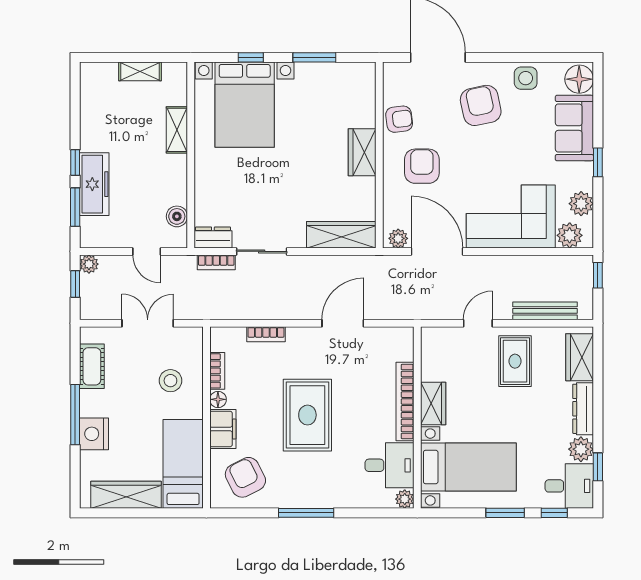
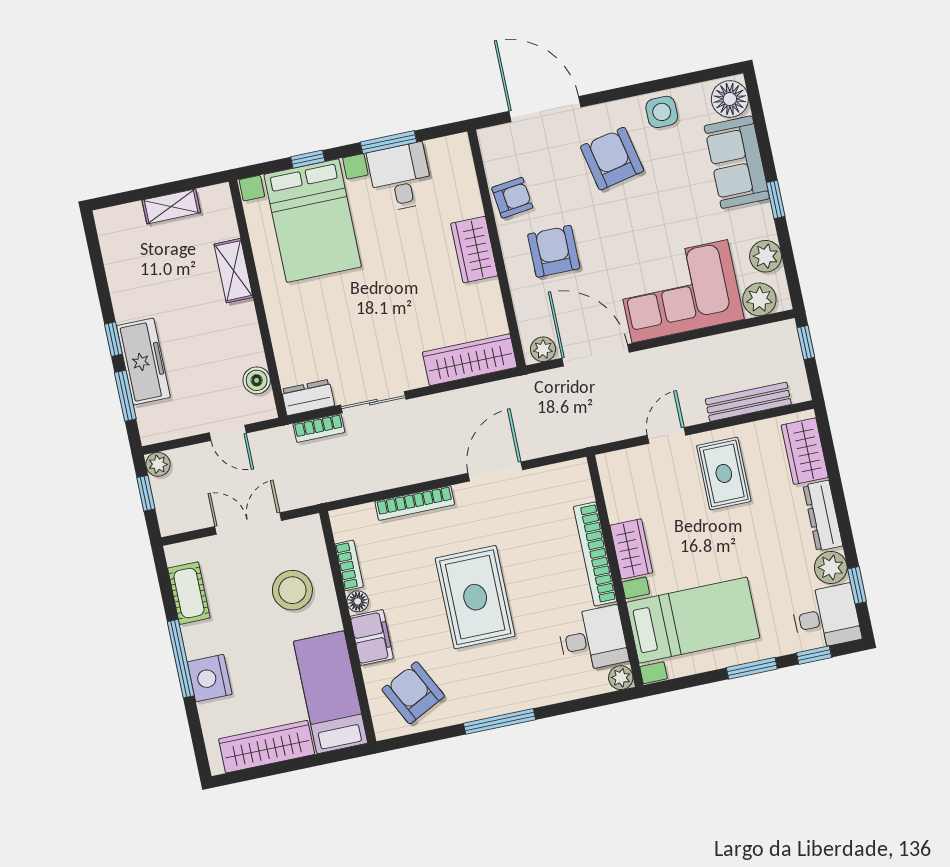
desk: (318, 86) -> (400, 177), added
bookcase: (266, 334) -> (415, 503), width x1.56
stool: (170, 381) -> (292, 590), width x1.38, depth x1.38

